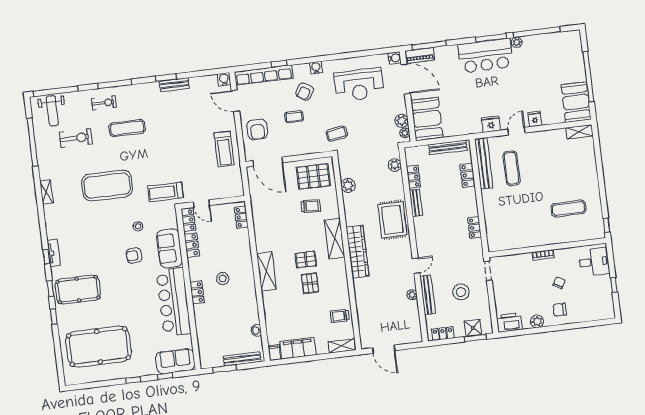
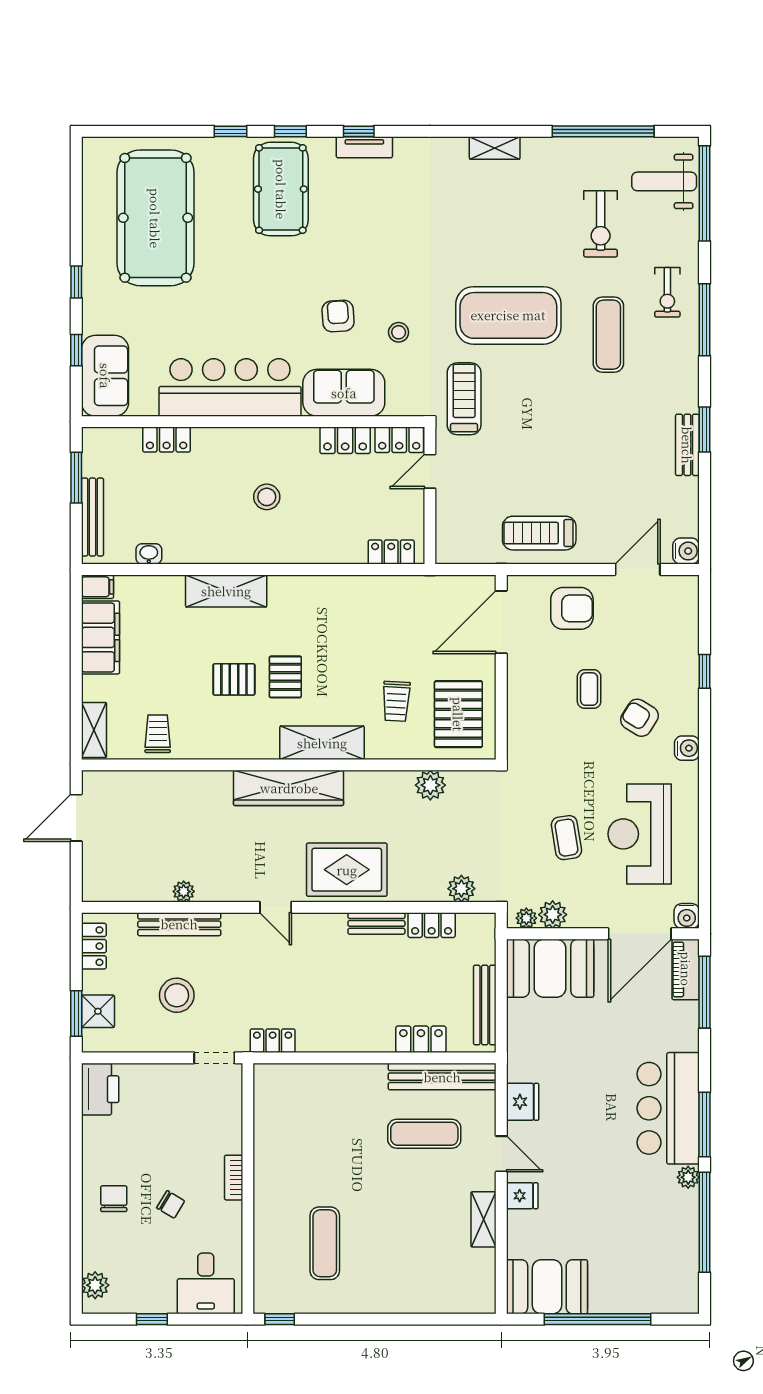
row of seats: (264, 75) -> (685, 636), removed
armchair: (257, 129) -> (572, 608), turned 180
shelving: (579, 132) -> (483, 1219), moved
coffee table: (337, 134) -> (566, 838), moved
exercise mat: (107, 186) -> (508, 315), moved, turned 90
locker: (475, 228) -> (273, 1041), moved
door: (416, 266) -> (276, 907), moved
shelving: (266, 271) -> (226, 591), moved
locker: (197, 292) -> (167, 440), moved
plant: (537, 321) -> (95, 1285), moved

